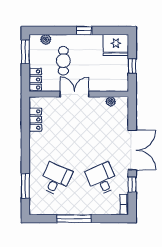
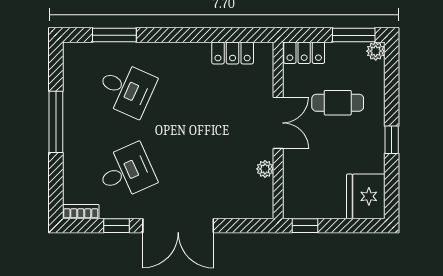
plant: (46, 40) -> (376, 51), moved
window: (132, 66) -> (305, 226), moved
plant: (111, 101) -> (265, 169), moved

